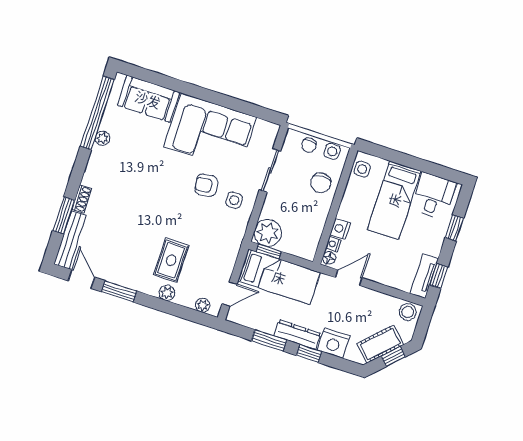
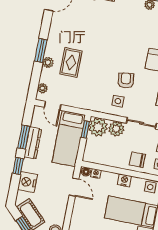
plant: (273, 207) -> (116, 129), added
nightstand: (340, 229) -> (124, 180), moved
rug: (171, 260) -> (71, 63), turned 90
window: (119, 291) -> (41, 51), moved
dresser: (297, 335) -> (33, 143), moved

